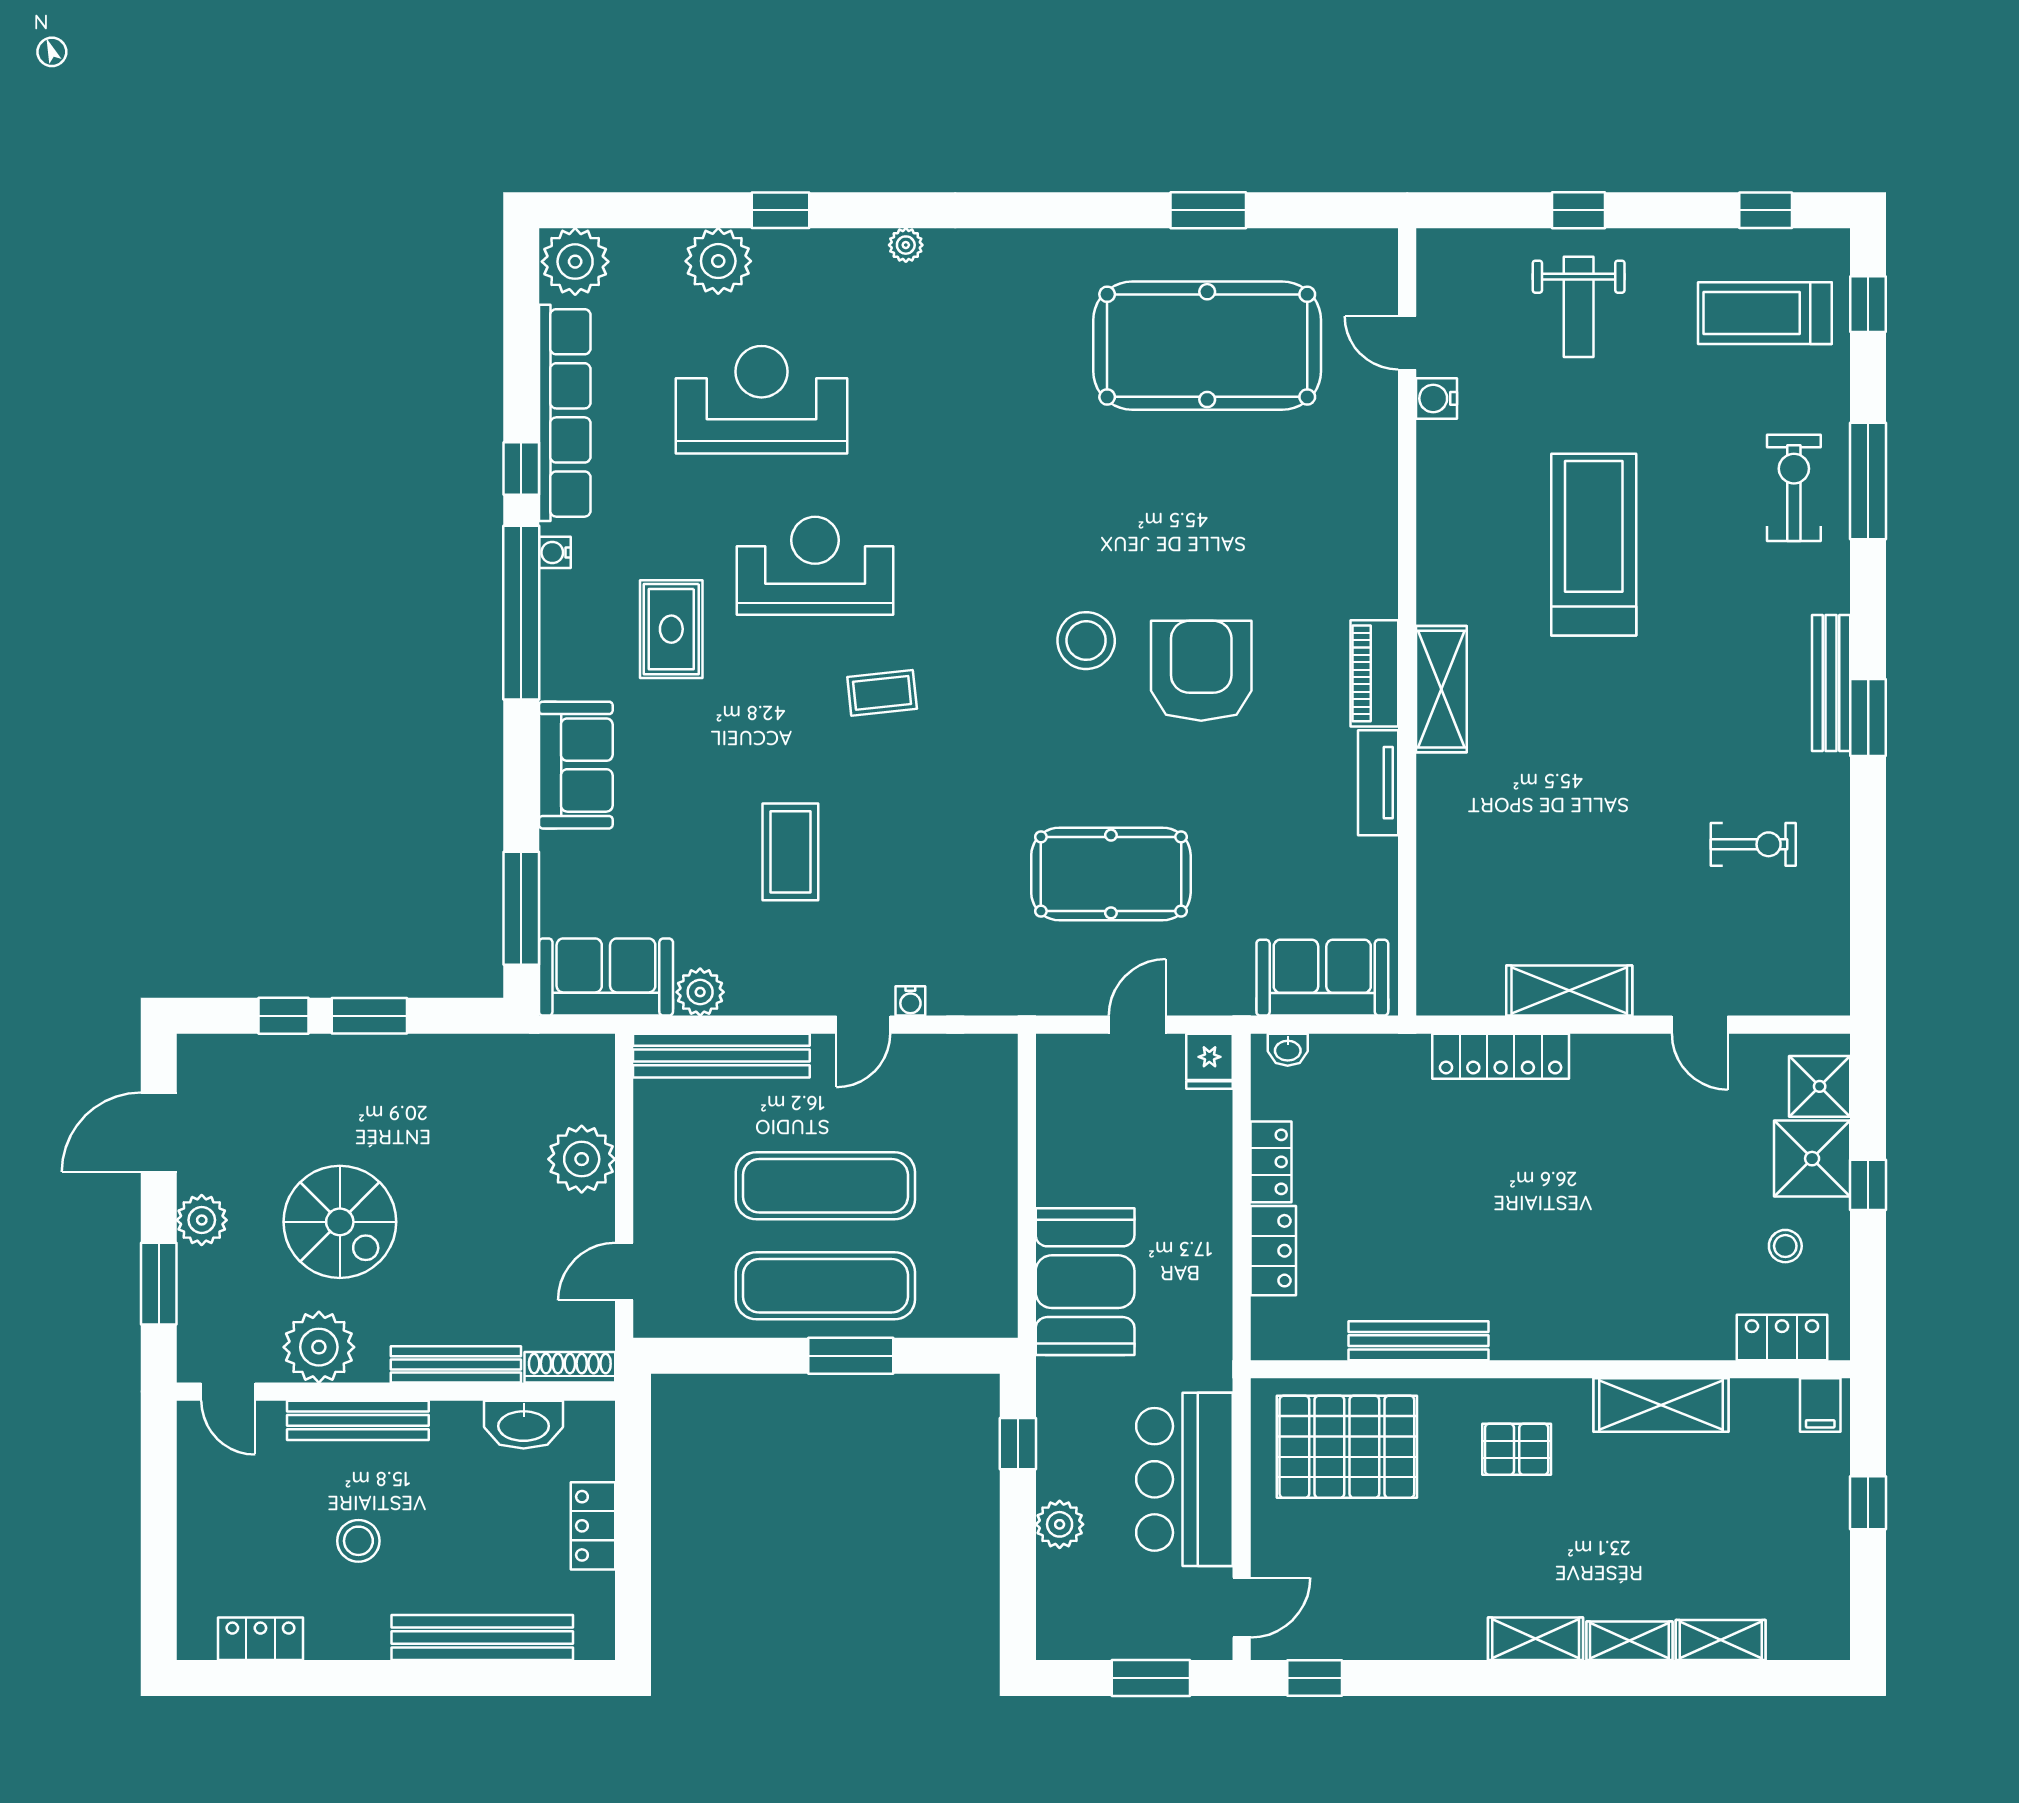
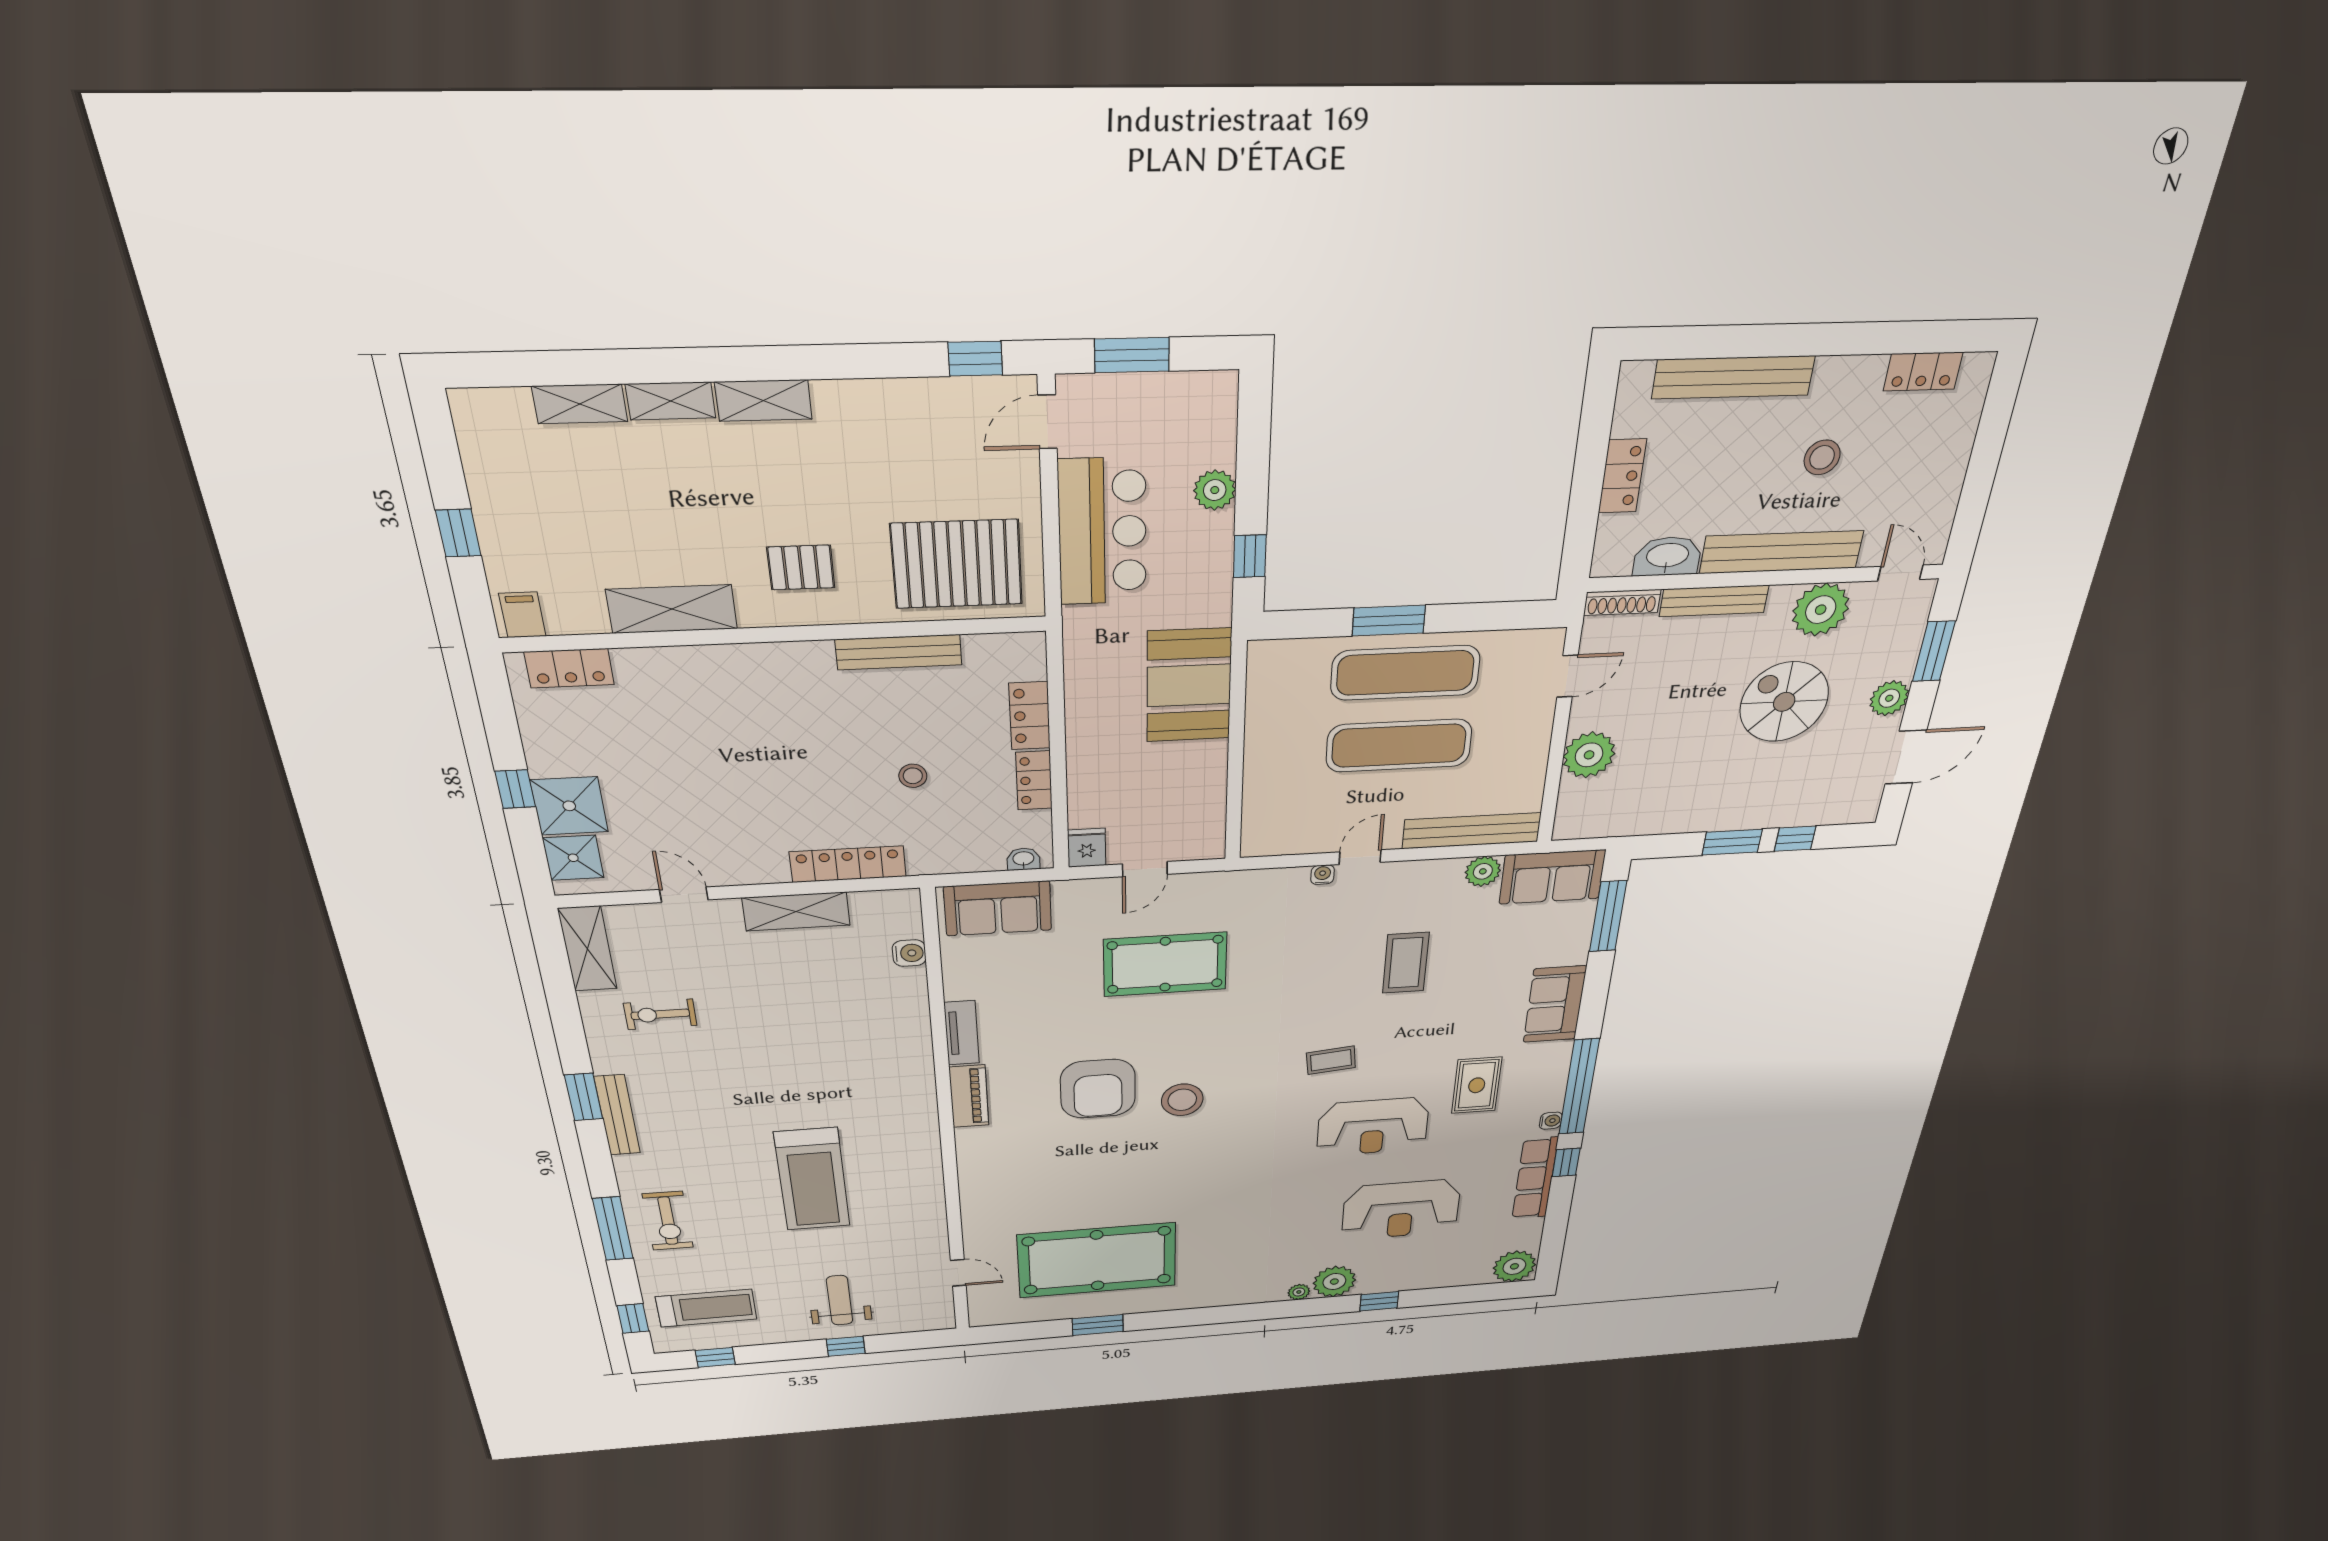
plant: (718, 261) -> (1334, 1282), moved
water cooler: (1436, 398) -> (909, 953), moved
row of seats: (565, 413) -> (1535, 1178), width x0.73
shelving: (1441, 689) -> (588, 949), moved
stool: (1785, 1246) -> (913, 776), moved
bench: (358, 1420) -> (1781, 552), width x1.37, depth x1.21

